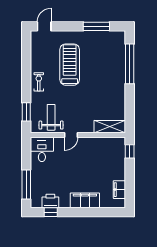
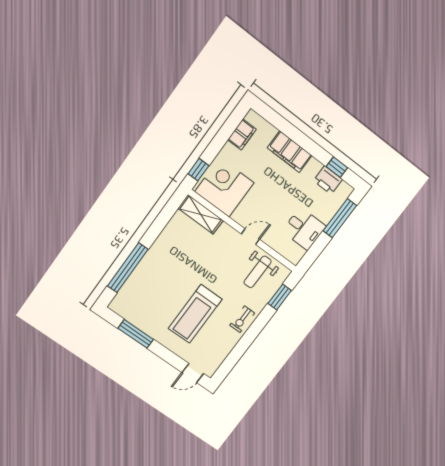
desk: (42, 149) -> (304, 229), moved, turned -90
corner desk: (108, 152) -> (224, 187), added

